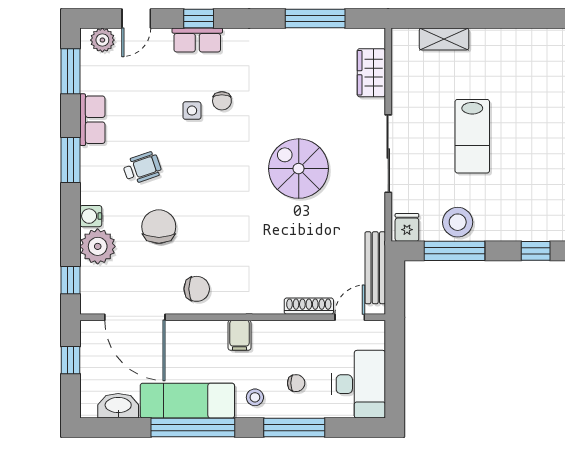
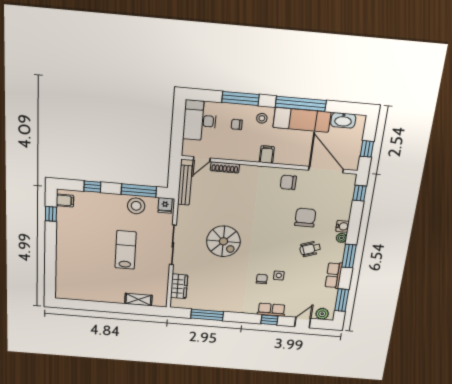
chair: (159, 227) -> (305, 218), turned 180
plant: (98, 246) -> (341, 238), moved, width x0.53, depth x0.53

